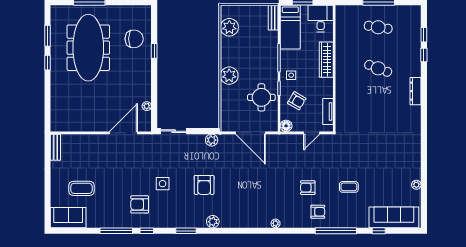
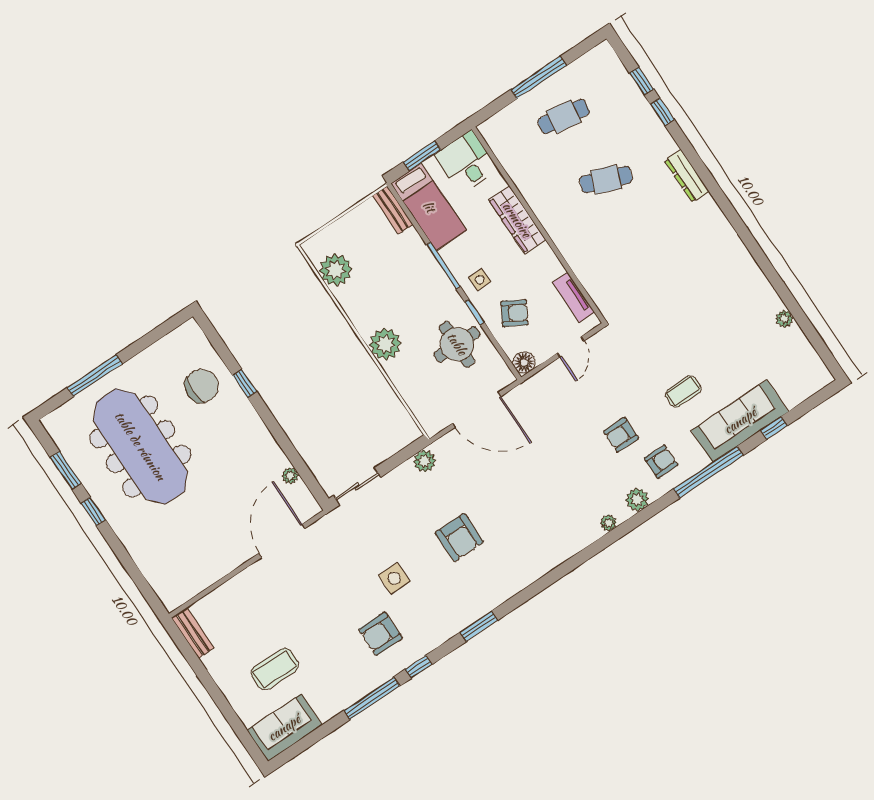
sofa: (394, 217) -> (740, 421), moved
plant: (213, 222) -> (637, 500), moved

